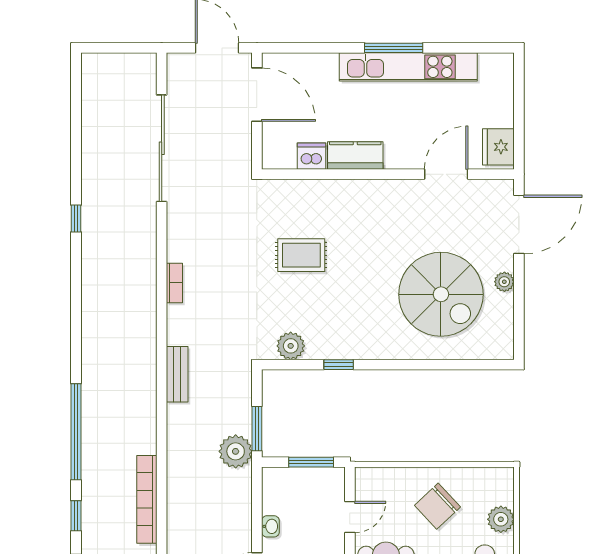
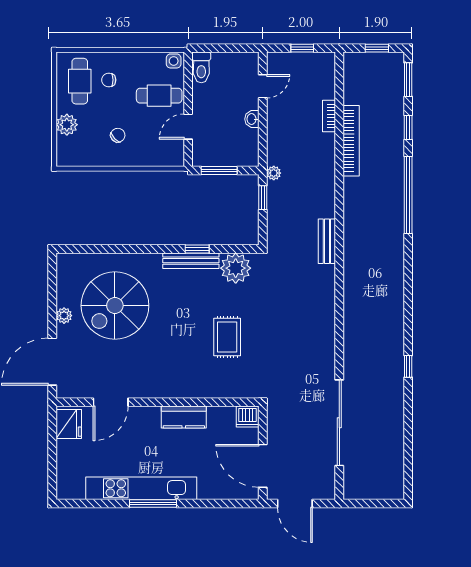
dishwasher: (312, 156) -> (248, 417), moved
rug: (301, 255) -> (227, 337), turned 90
bookcase: (174, 283) -> (329, 116), moved
spiral stairs: (441, 294) -> (115, 306), turned -90
plant: (291, 346) -> (236, 268), width x1.36, depth x1.36
bench: (346, 350) -> (191, 261), added
window: (257, 429) -> (263, 198), width x0.67
plant: (236, 451) -> (274, 173), width x0.53, depth x0.53
chair: (437, 506) -> (118, 135), width x0.54, depth x0.54

